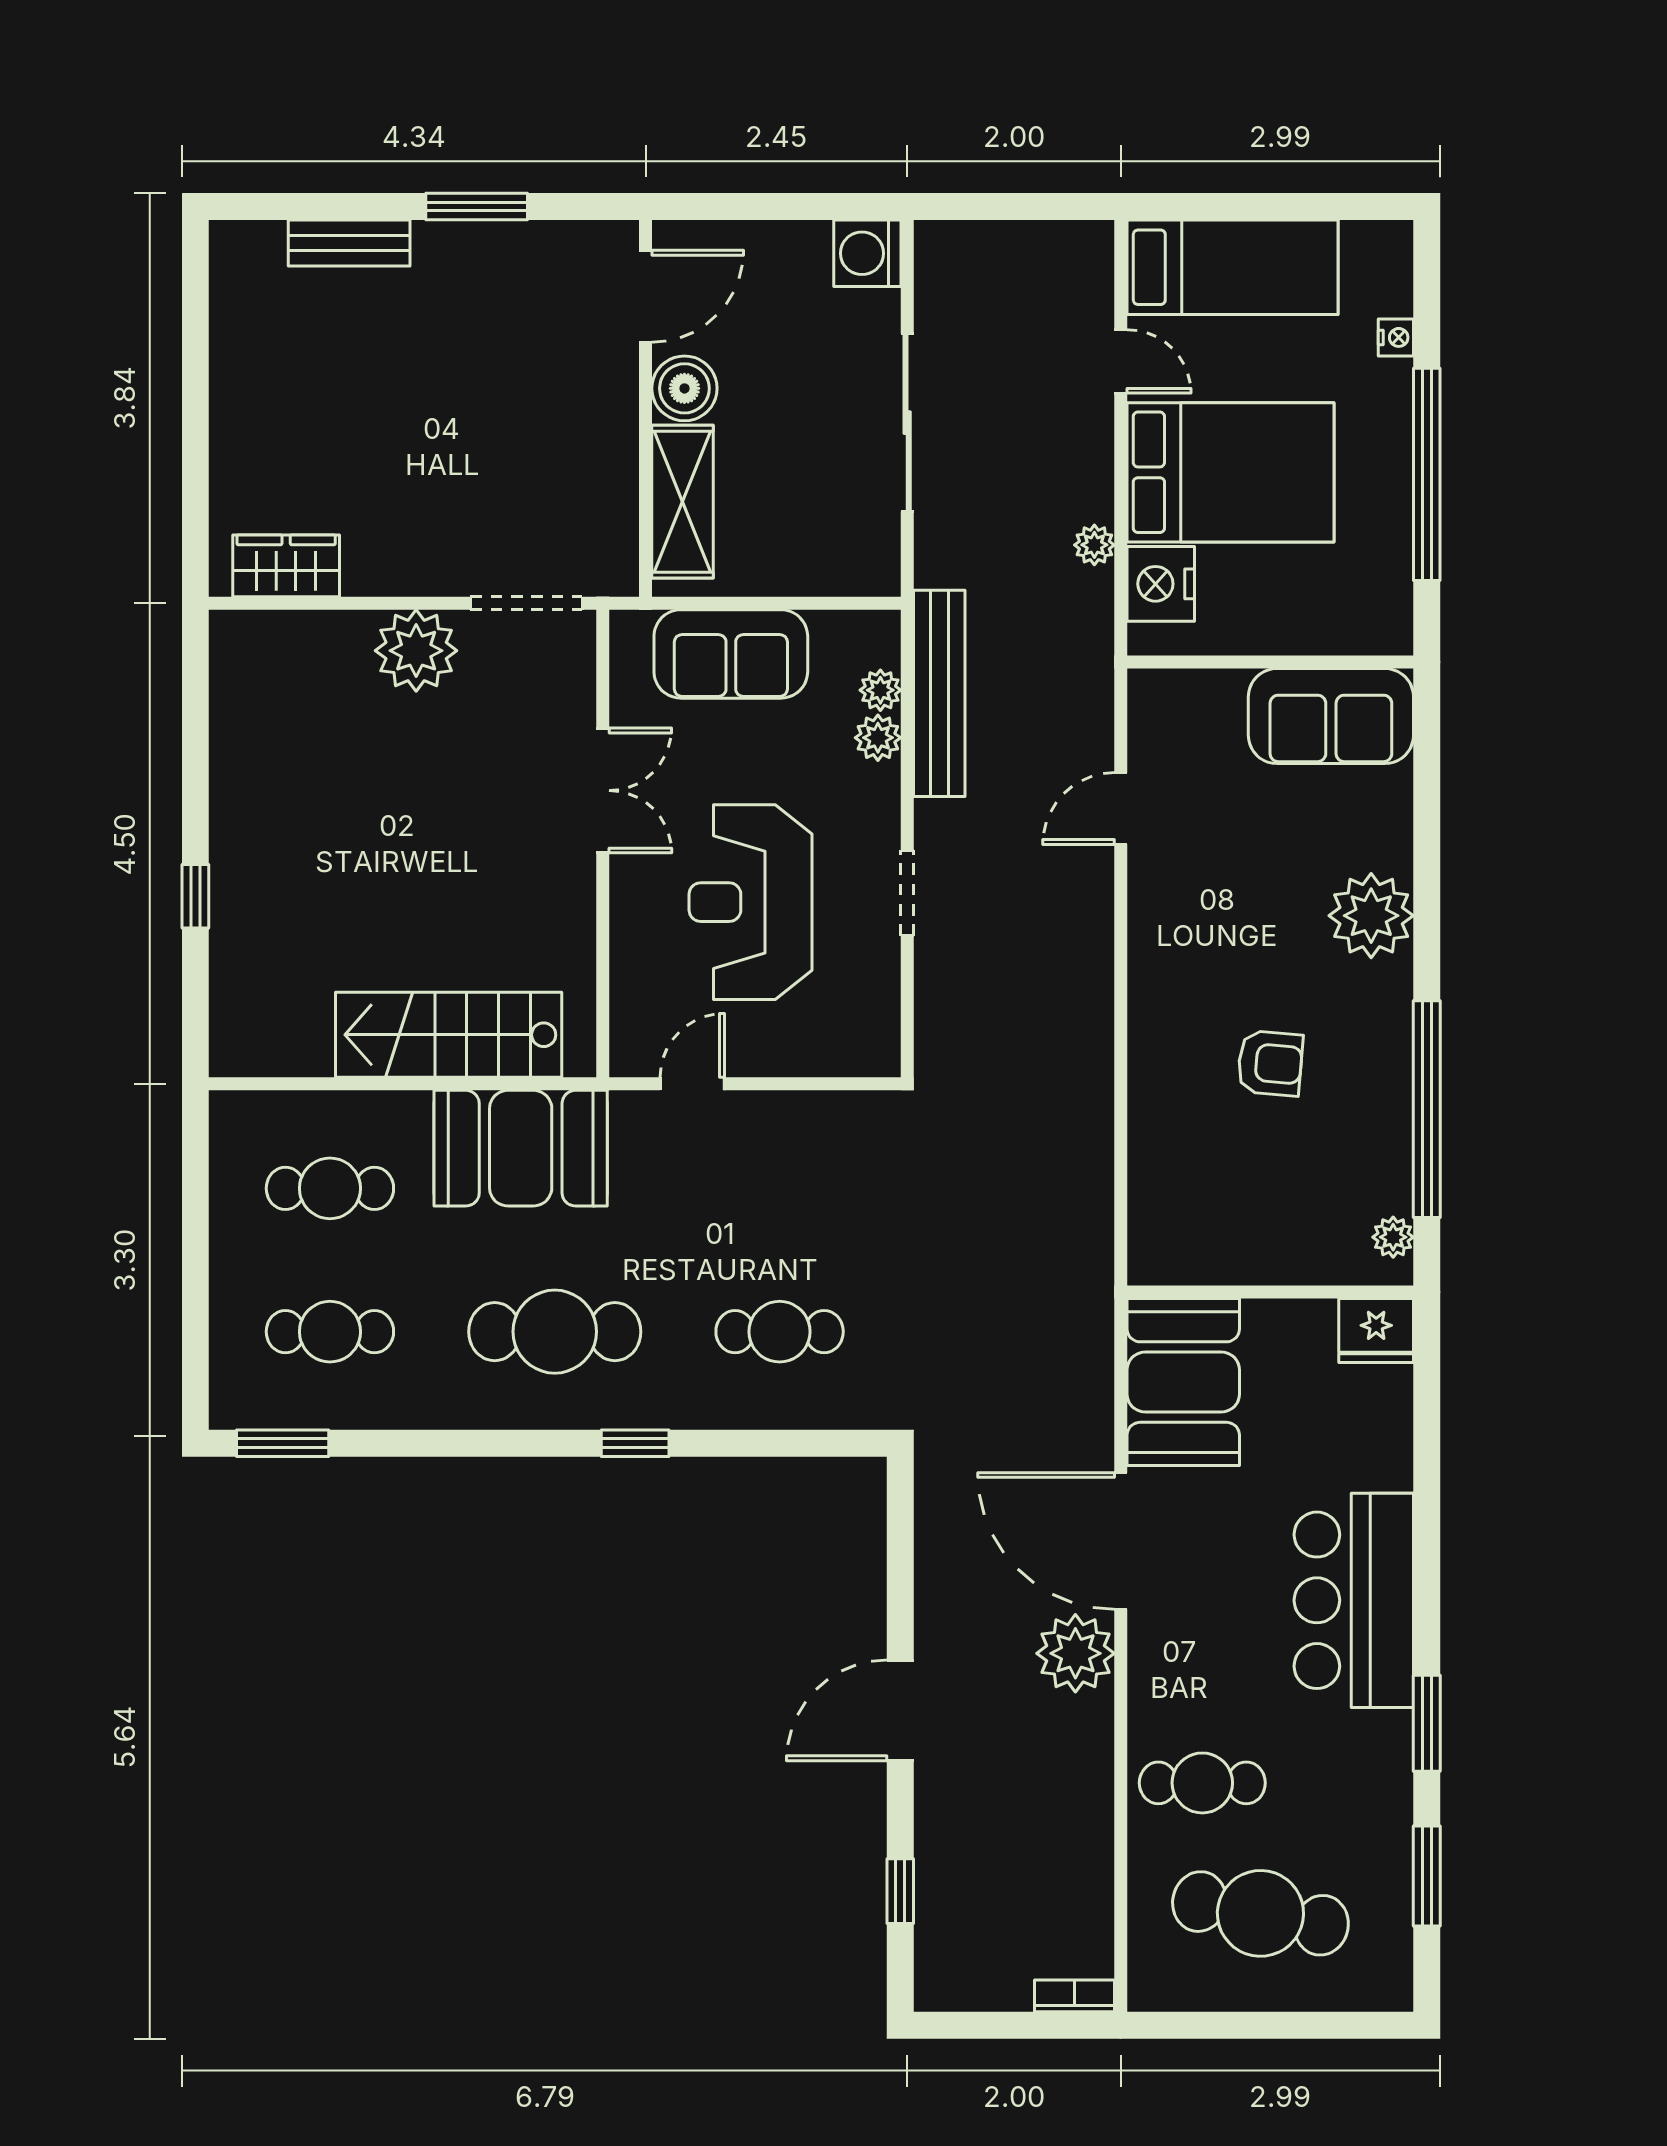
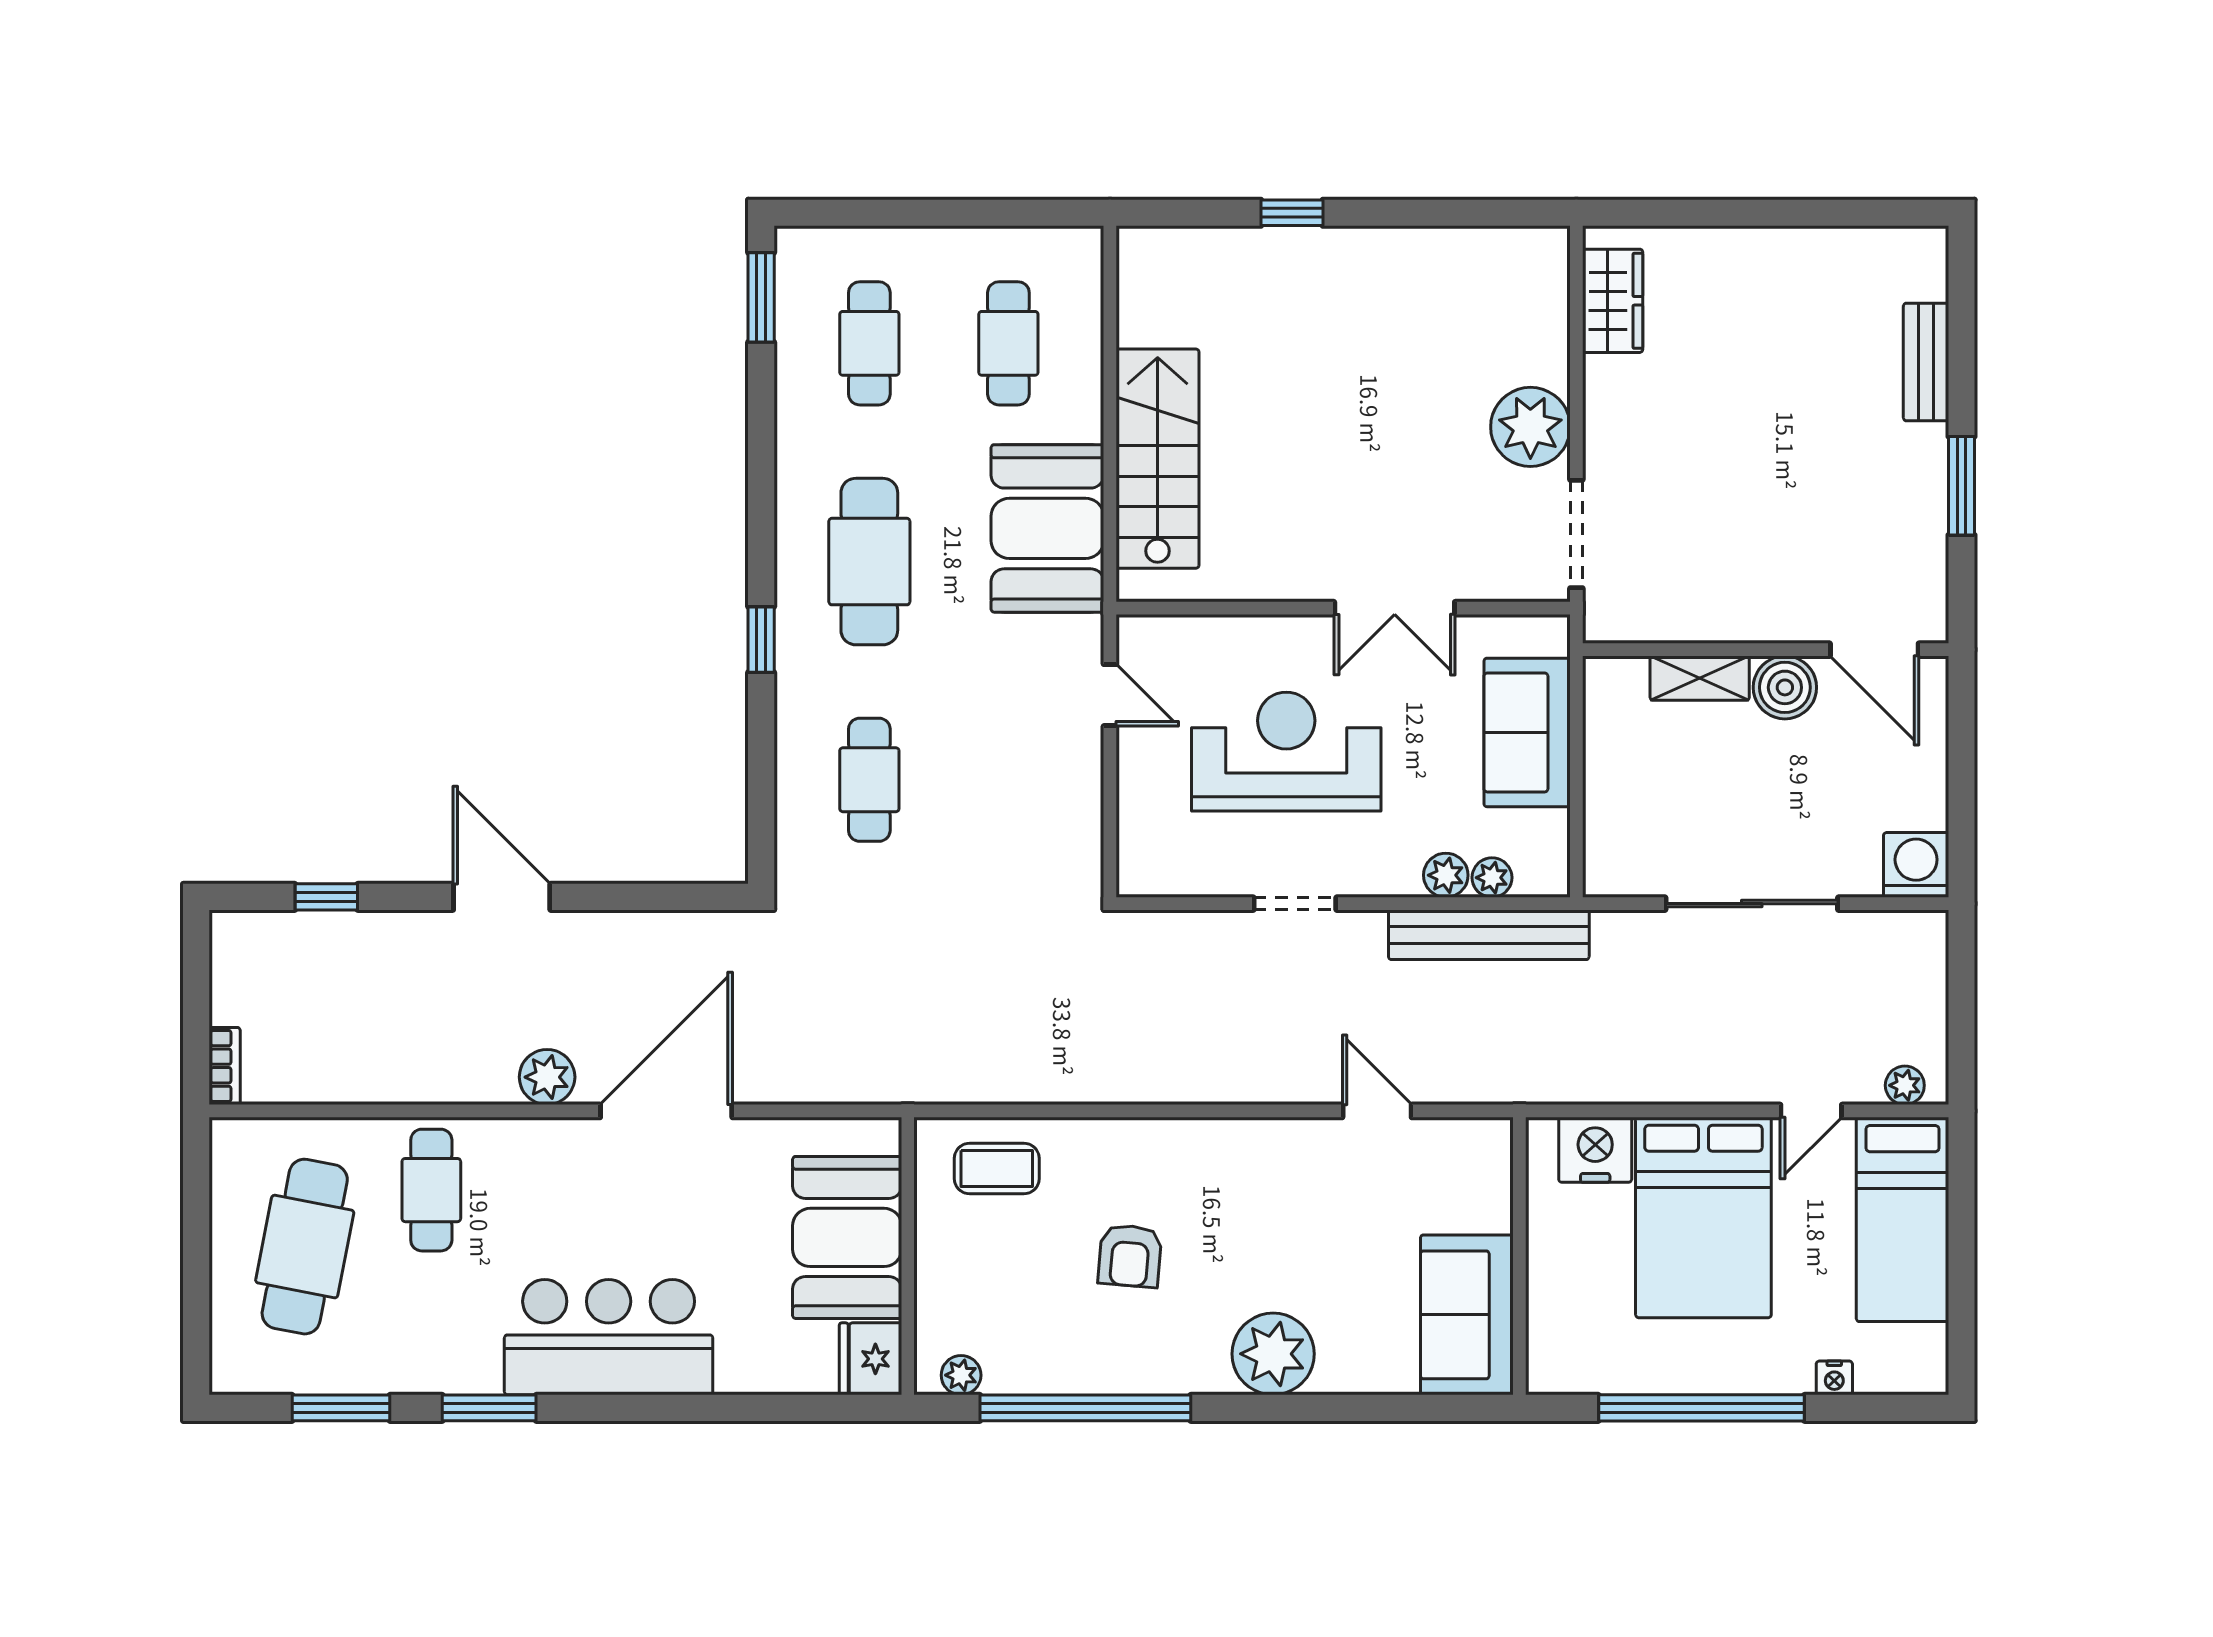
shelving: (683, 502) -> (1700, 678), width x0.67, depth x0.75
plant: (1094, 545) -> (1905, 1085), moved
coffee table: (1180, 1200) -> (997, 1169), added
booth: (1183, 1382) -> (847, 1237), moved, turned 90
plant: (1075, 1653) -> (547, 1077), width x0.73, depth x0.73

